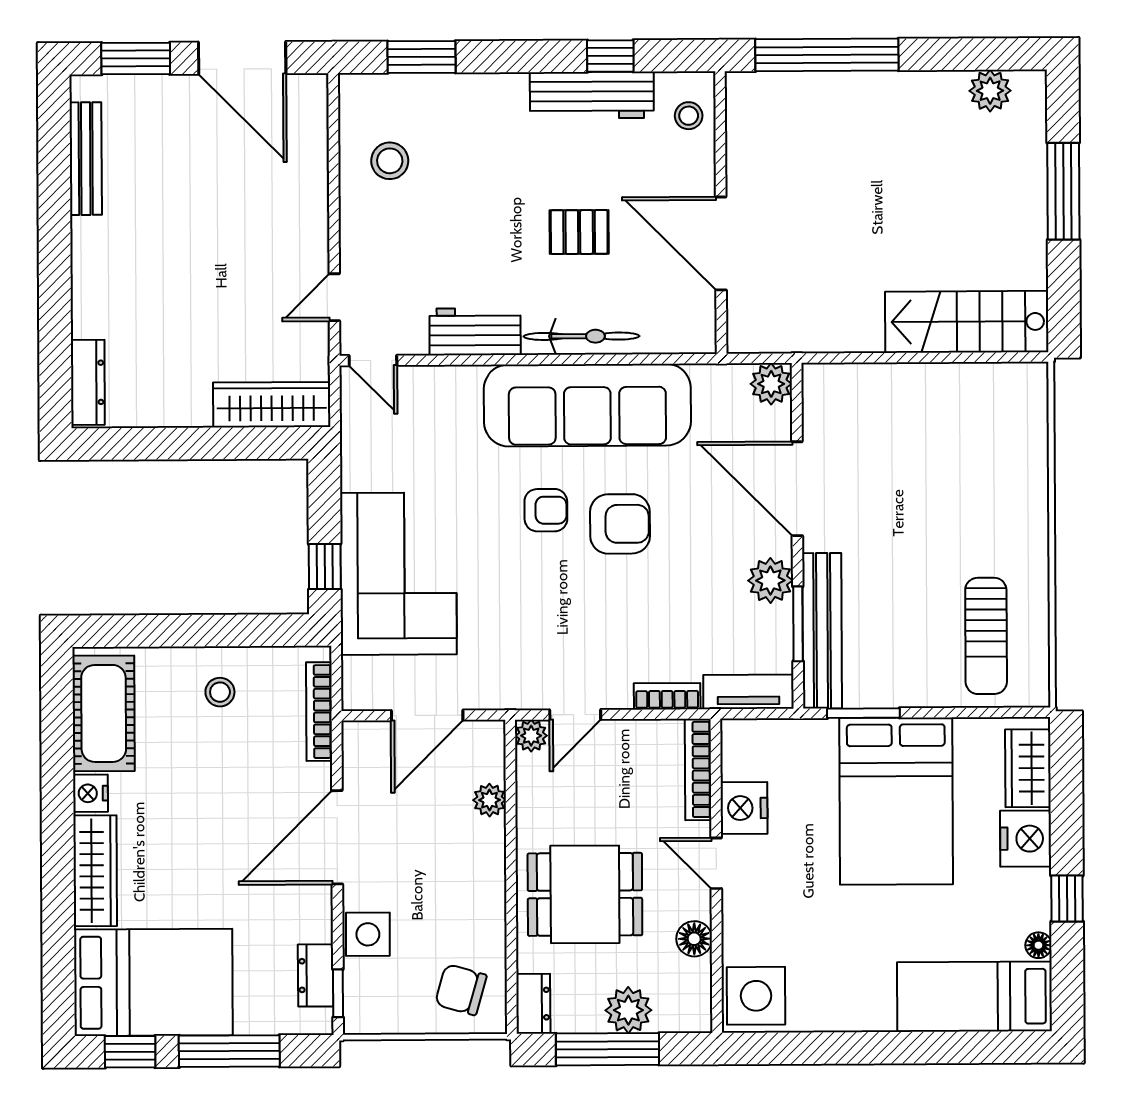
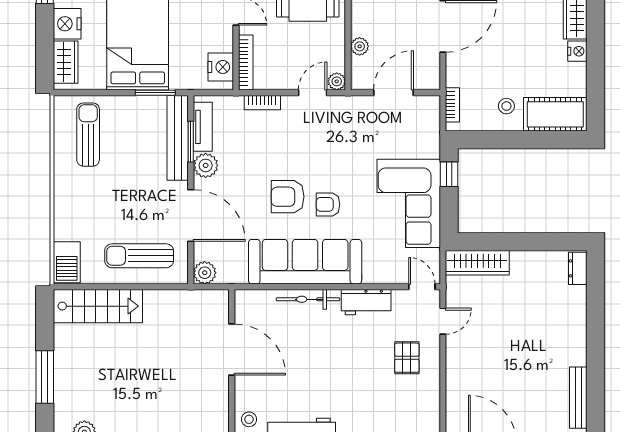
stool: (390, 161) -> (412, 396), removed
pallet: (579, 232) -> (407, 358), moved, turned 90
dresser: (88, 382) -> (578, 268), width x0.70
barbecue: (1024, 402) -> (67, 262), added
sun lounger: (891, 414) -> (139, 256), added
corner sofa: (398, 574) -> (409, 203), moved
tv unit: (748, 692) -> (203, 127), moved, turned -90
bookcase: (319, 712) -> (452, 105), width x0.64
cot: (104, 713) -> (555, 114), moved, turned 90
nightstand: (744, 808) -> (221, 67), moved

